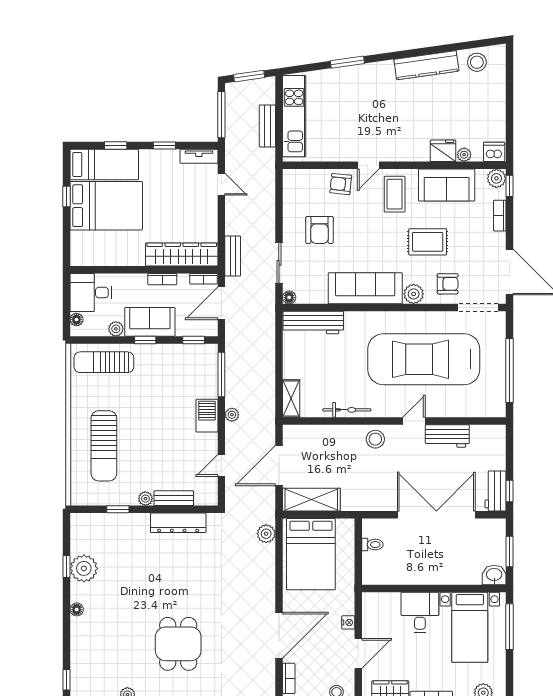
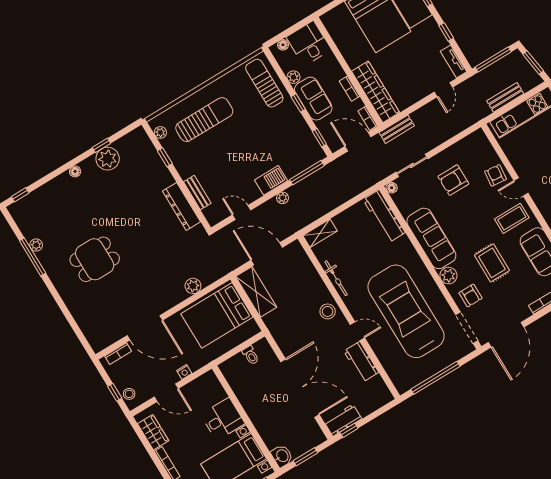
sun lounger: (104, 446) -> (204, 120), turned 180
plant: (145, 499) -> (160, 133), moved
plant: (266, 534) -> (193, 286), moved

